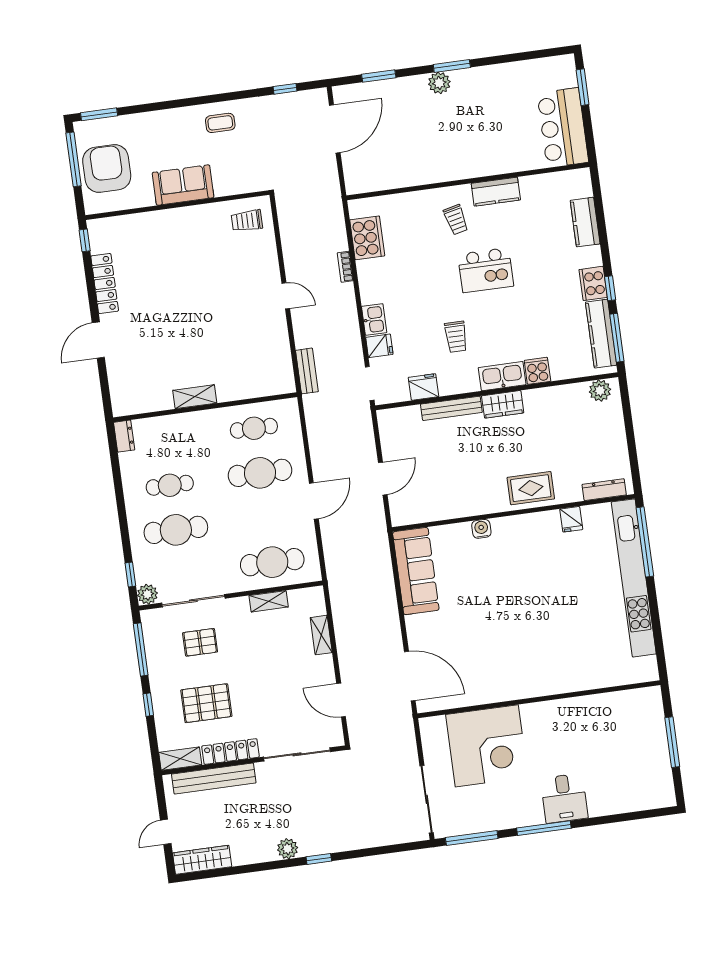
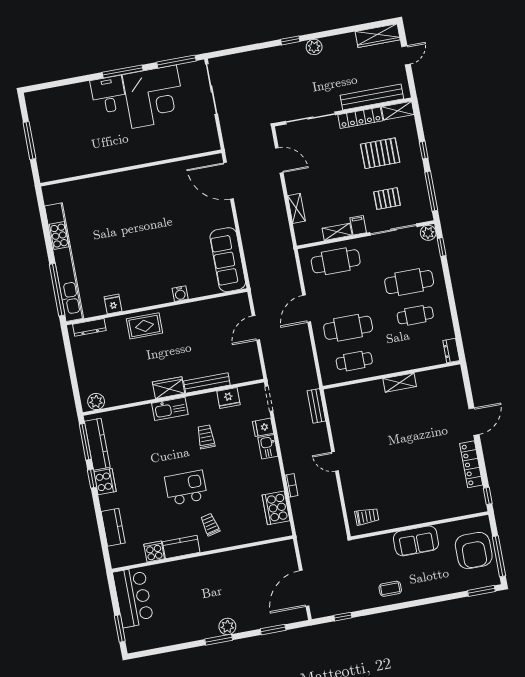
cooker: (537, 371) -> (154, 552), moved, turned 180
filing cabinet: (240, 609) -> (358, 225), added
corner desk: (487, 746) -> (154, 97), moved, turned 180

